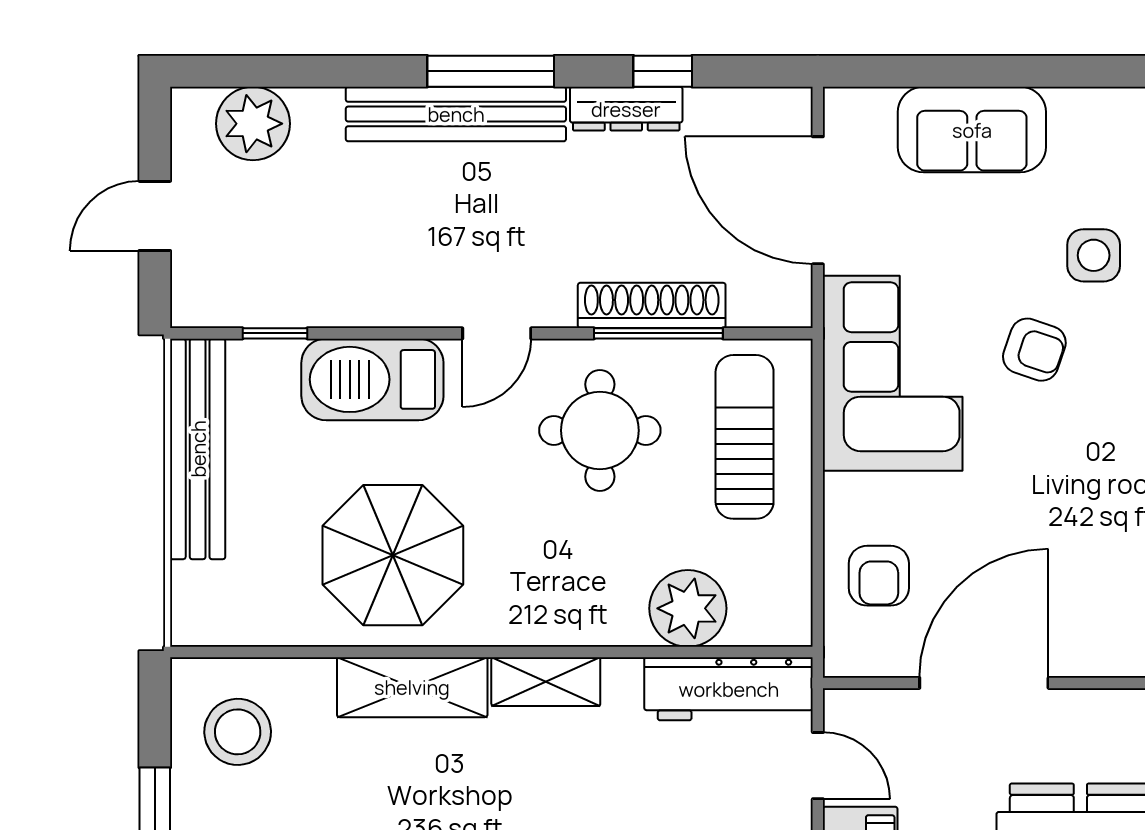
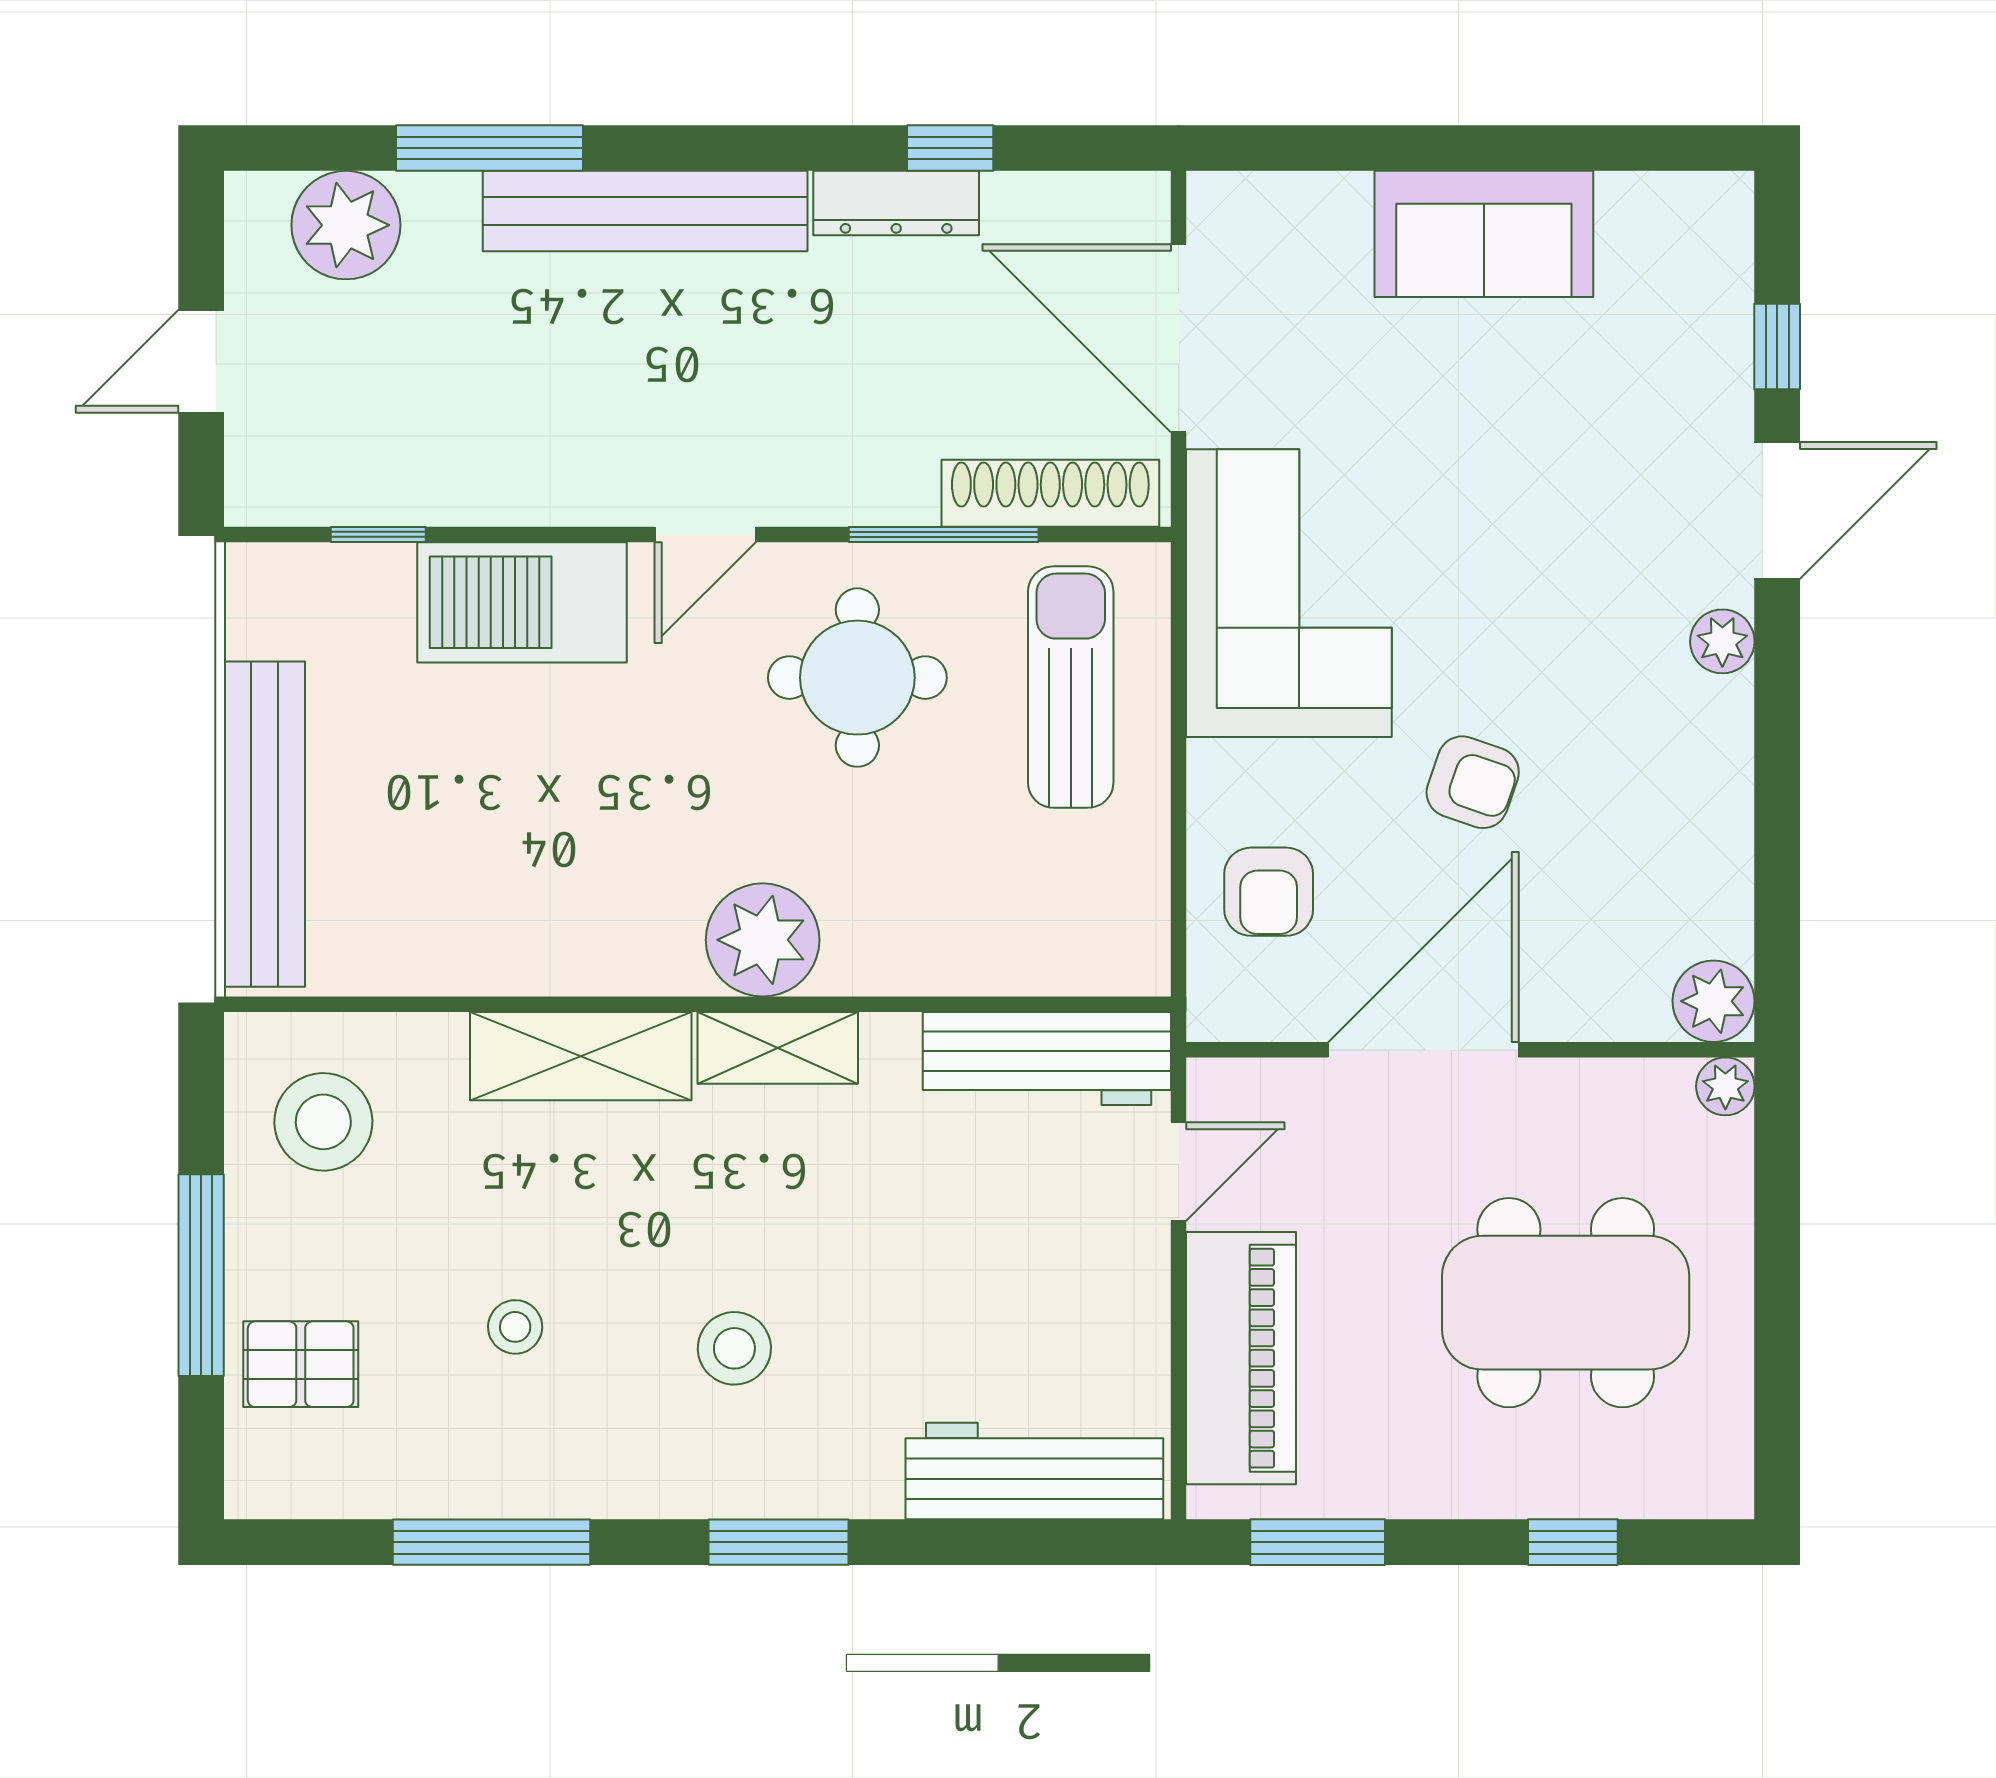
window: (491, 71) -> (489, 148), moved
sofa: (972, 130) -> (1484, 234), moved
side table: (1094, 255) -> (1585, 419), removed
shoe rack: (652, 305) -> (1050, 493), moved
armchair: (1034, 350) -> (1473, 782), moved
bench: (198, 449) -> (264, 824), moved
parasol: (393, 555) -> (552, 861), removed
plant: (688, 608) -> (763, 940), moved
door: (818, 766) -> (1179, 1172), hinge flipped

